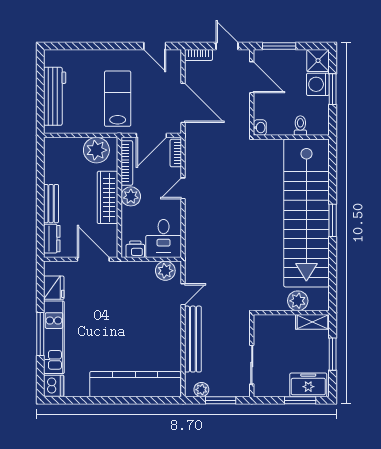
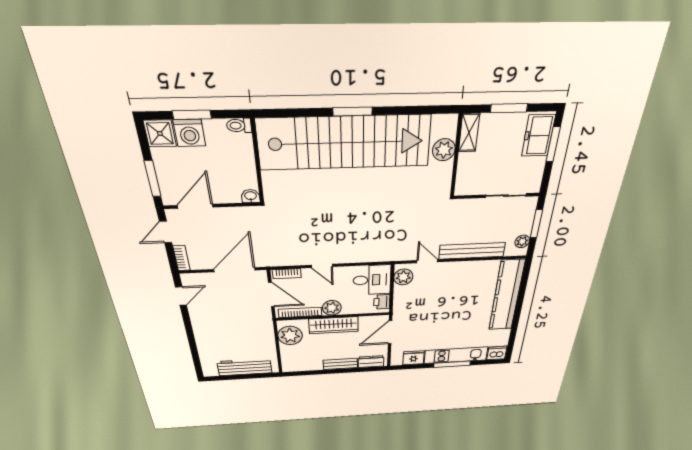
lab bench: (118, 99) -> (239, 323), removed
toilet: (300, 126) -> (239, 126), moved

